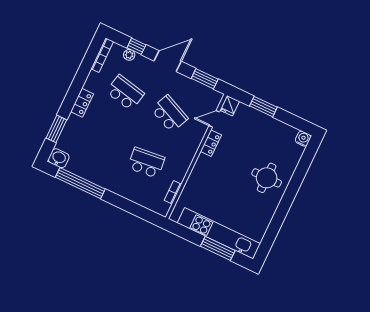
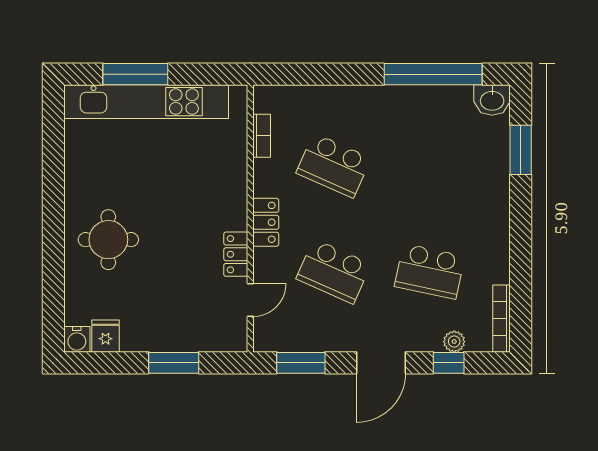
locker: (82, 103) -> (266, 222), moved, turned 180
fridge: (230, 106) -> (105, 336), moved
school desk: (146, 163) -> (334, 166), turned 30

